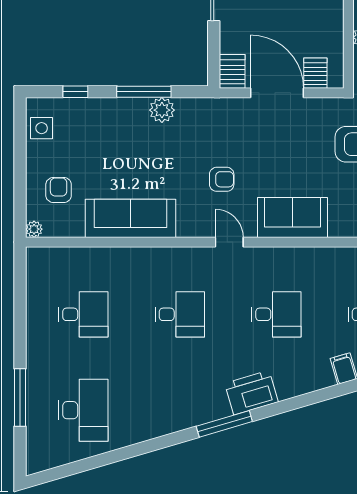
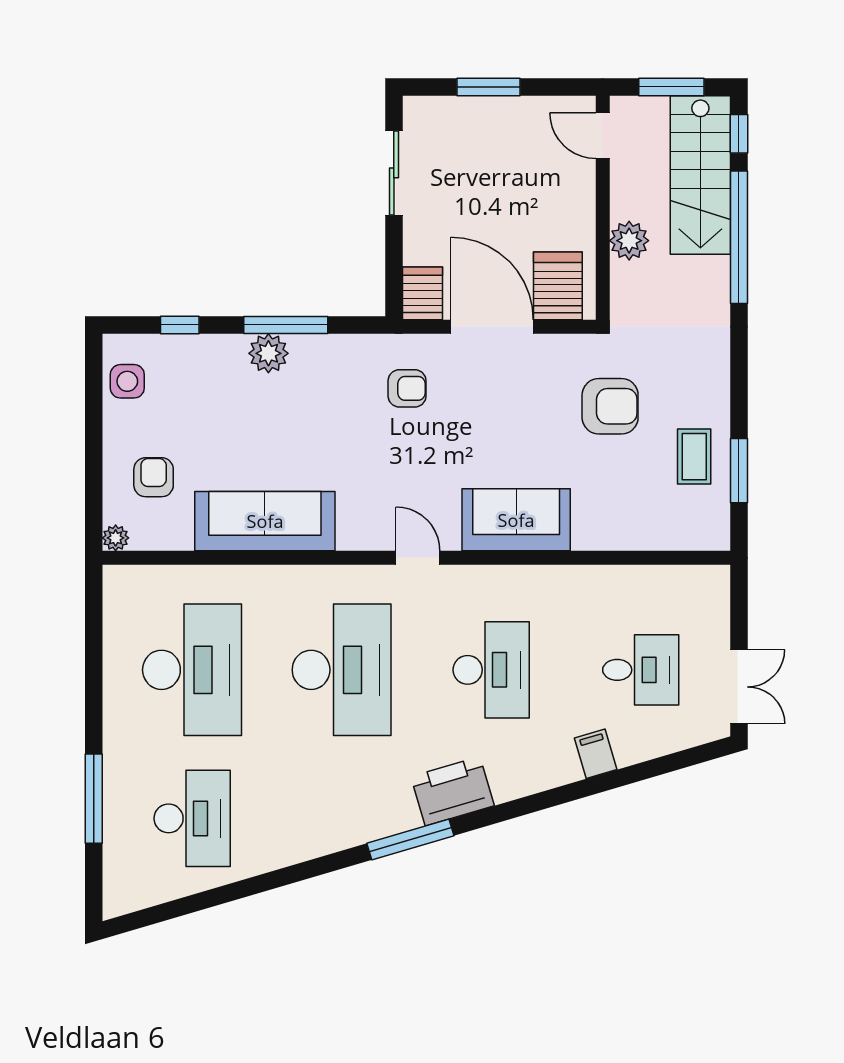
server rack: (315, 73) -> (558, 286), width x1.36, depth x1.44
plant: (162, 110) -> (268, 353), moved
armchair: (222, 179) -> (407, 388), moved
desk: (83, 314) -> (192, 670), width x1.87, depth x1.30
desk: (180, 314) -> (342, 670), width x1.87, depth x1.30
desk: (276, 314) -> (491, 670), width x1.37

